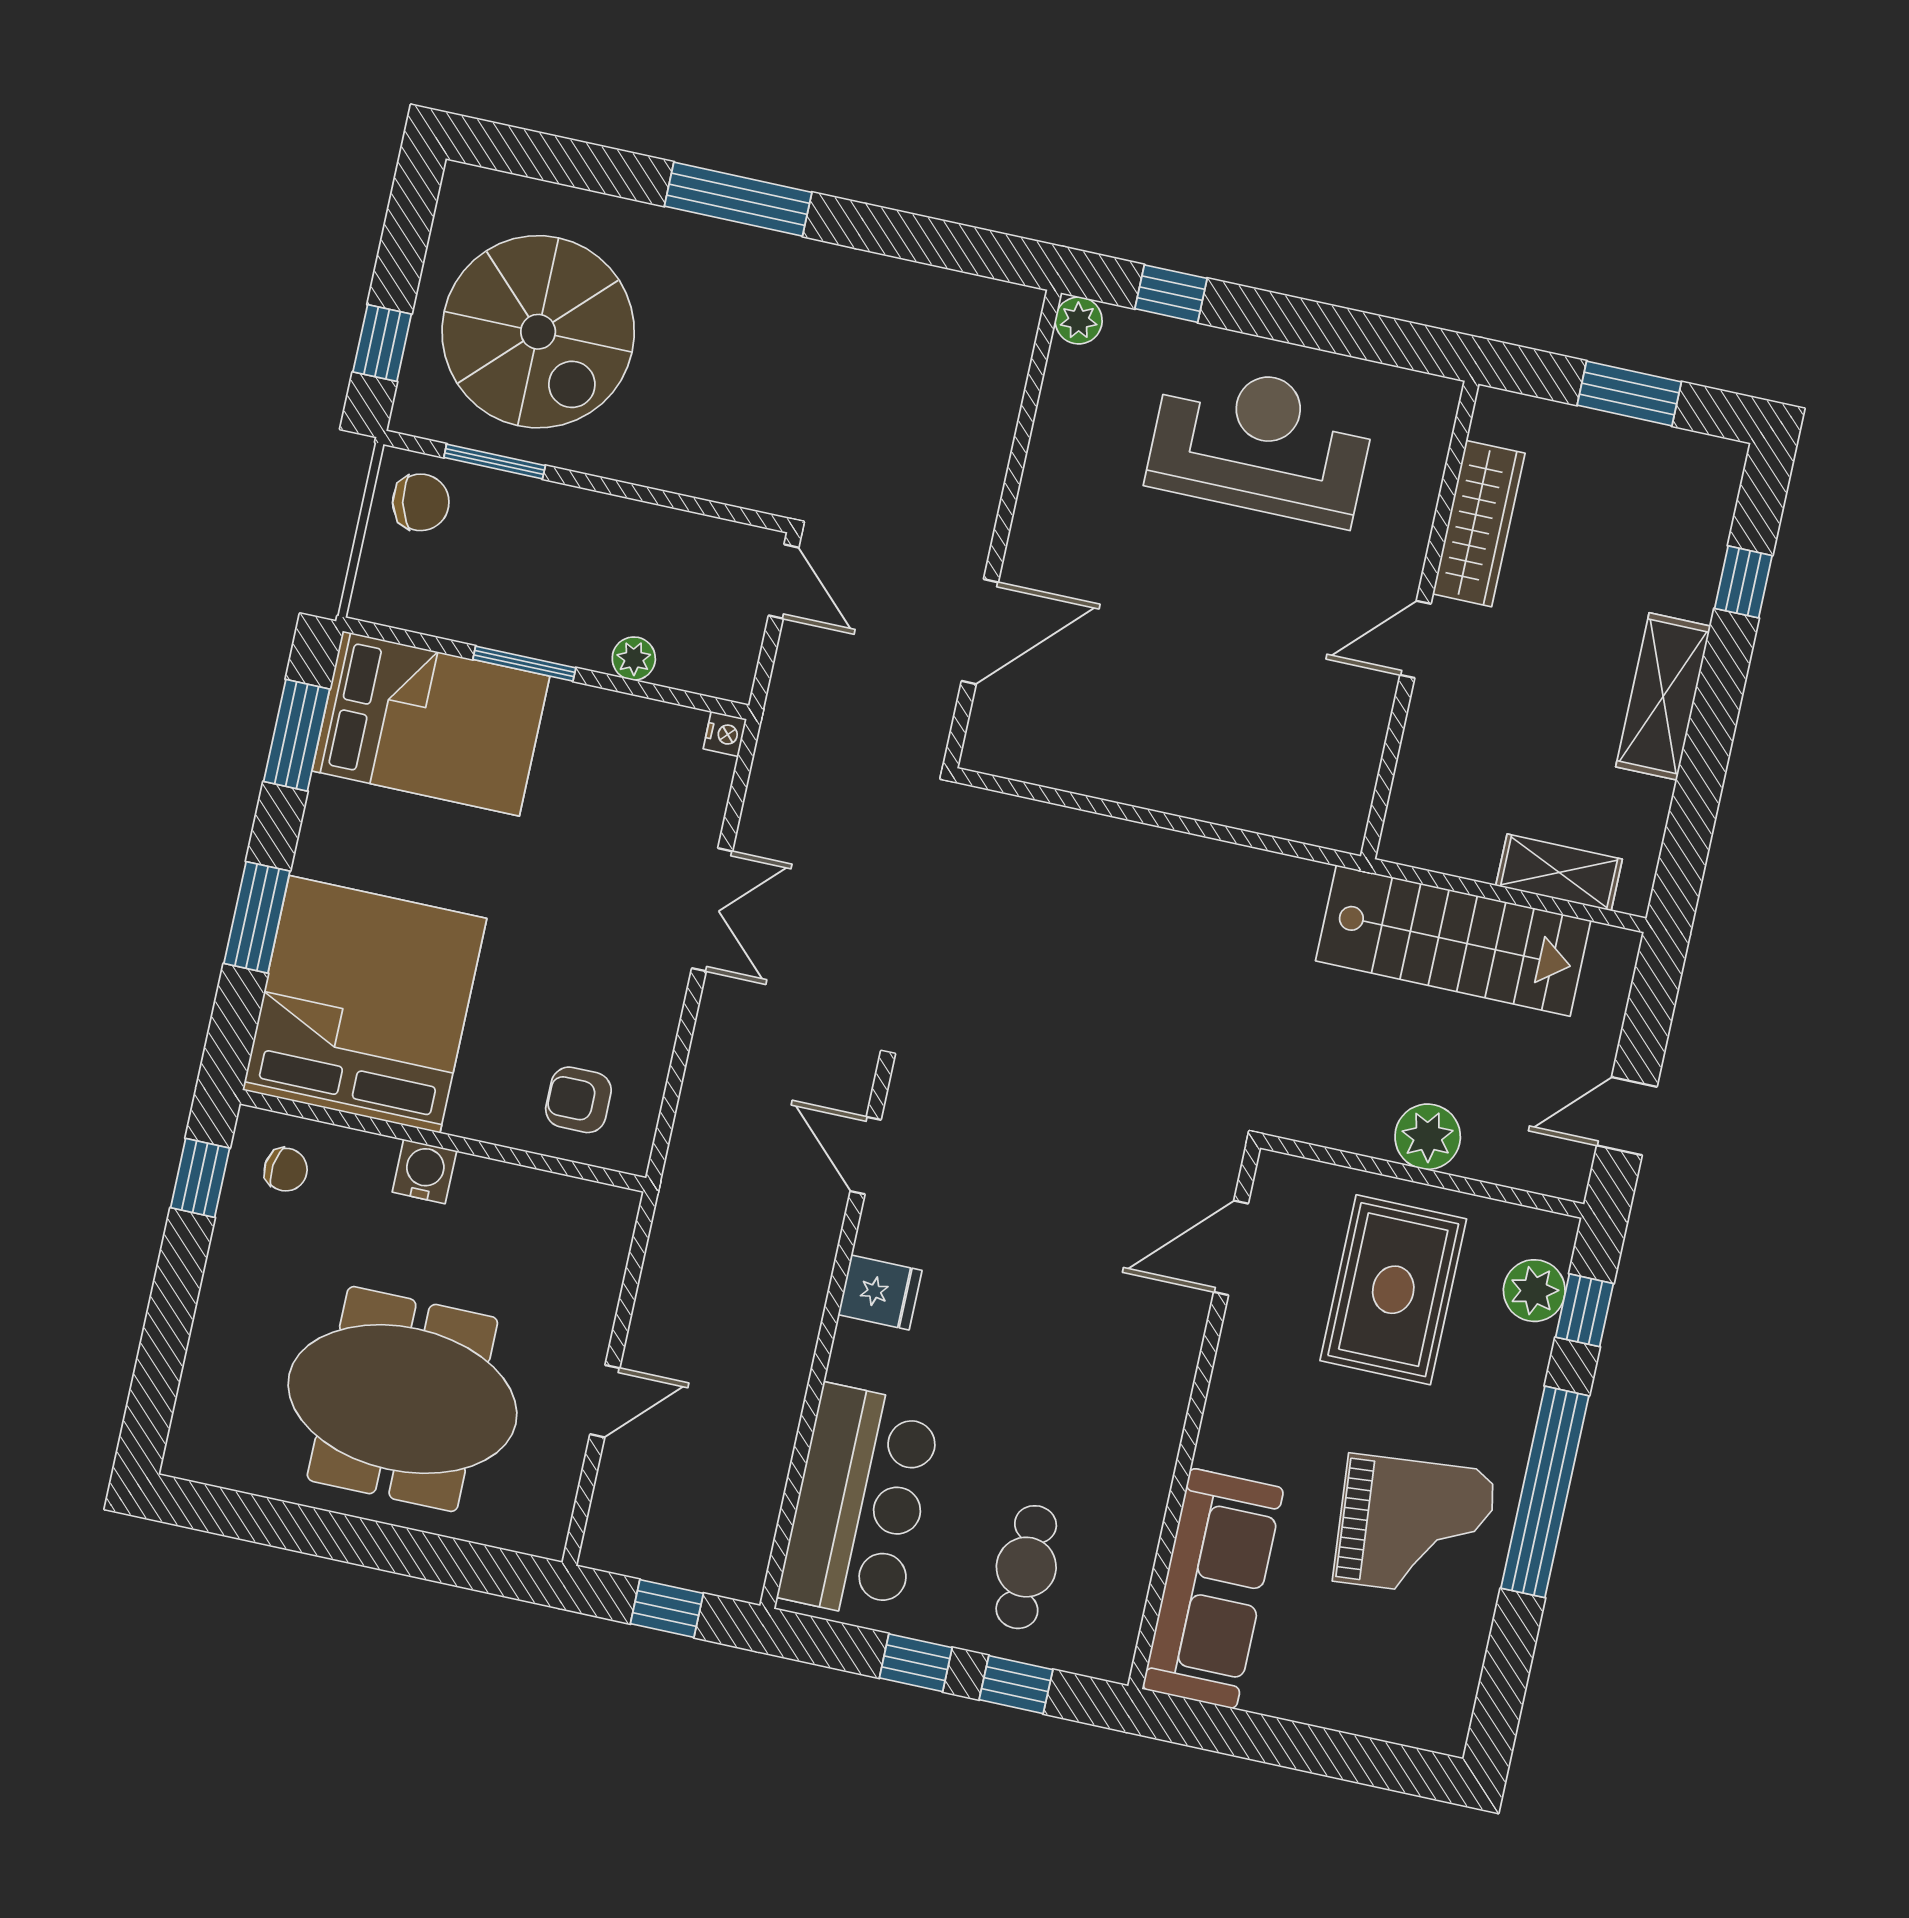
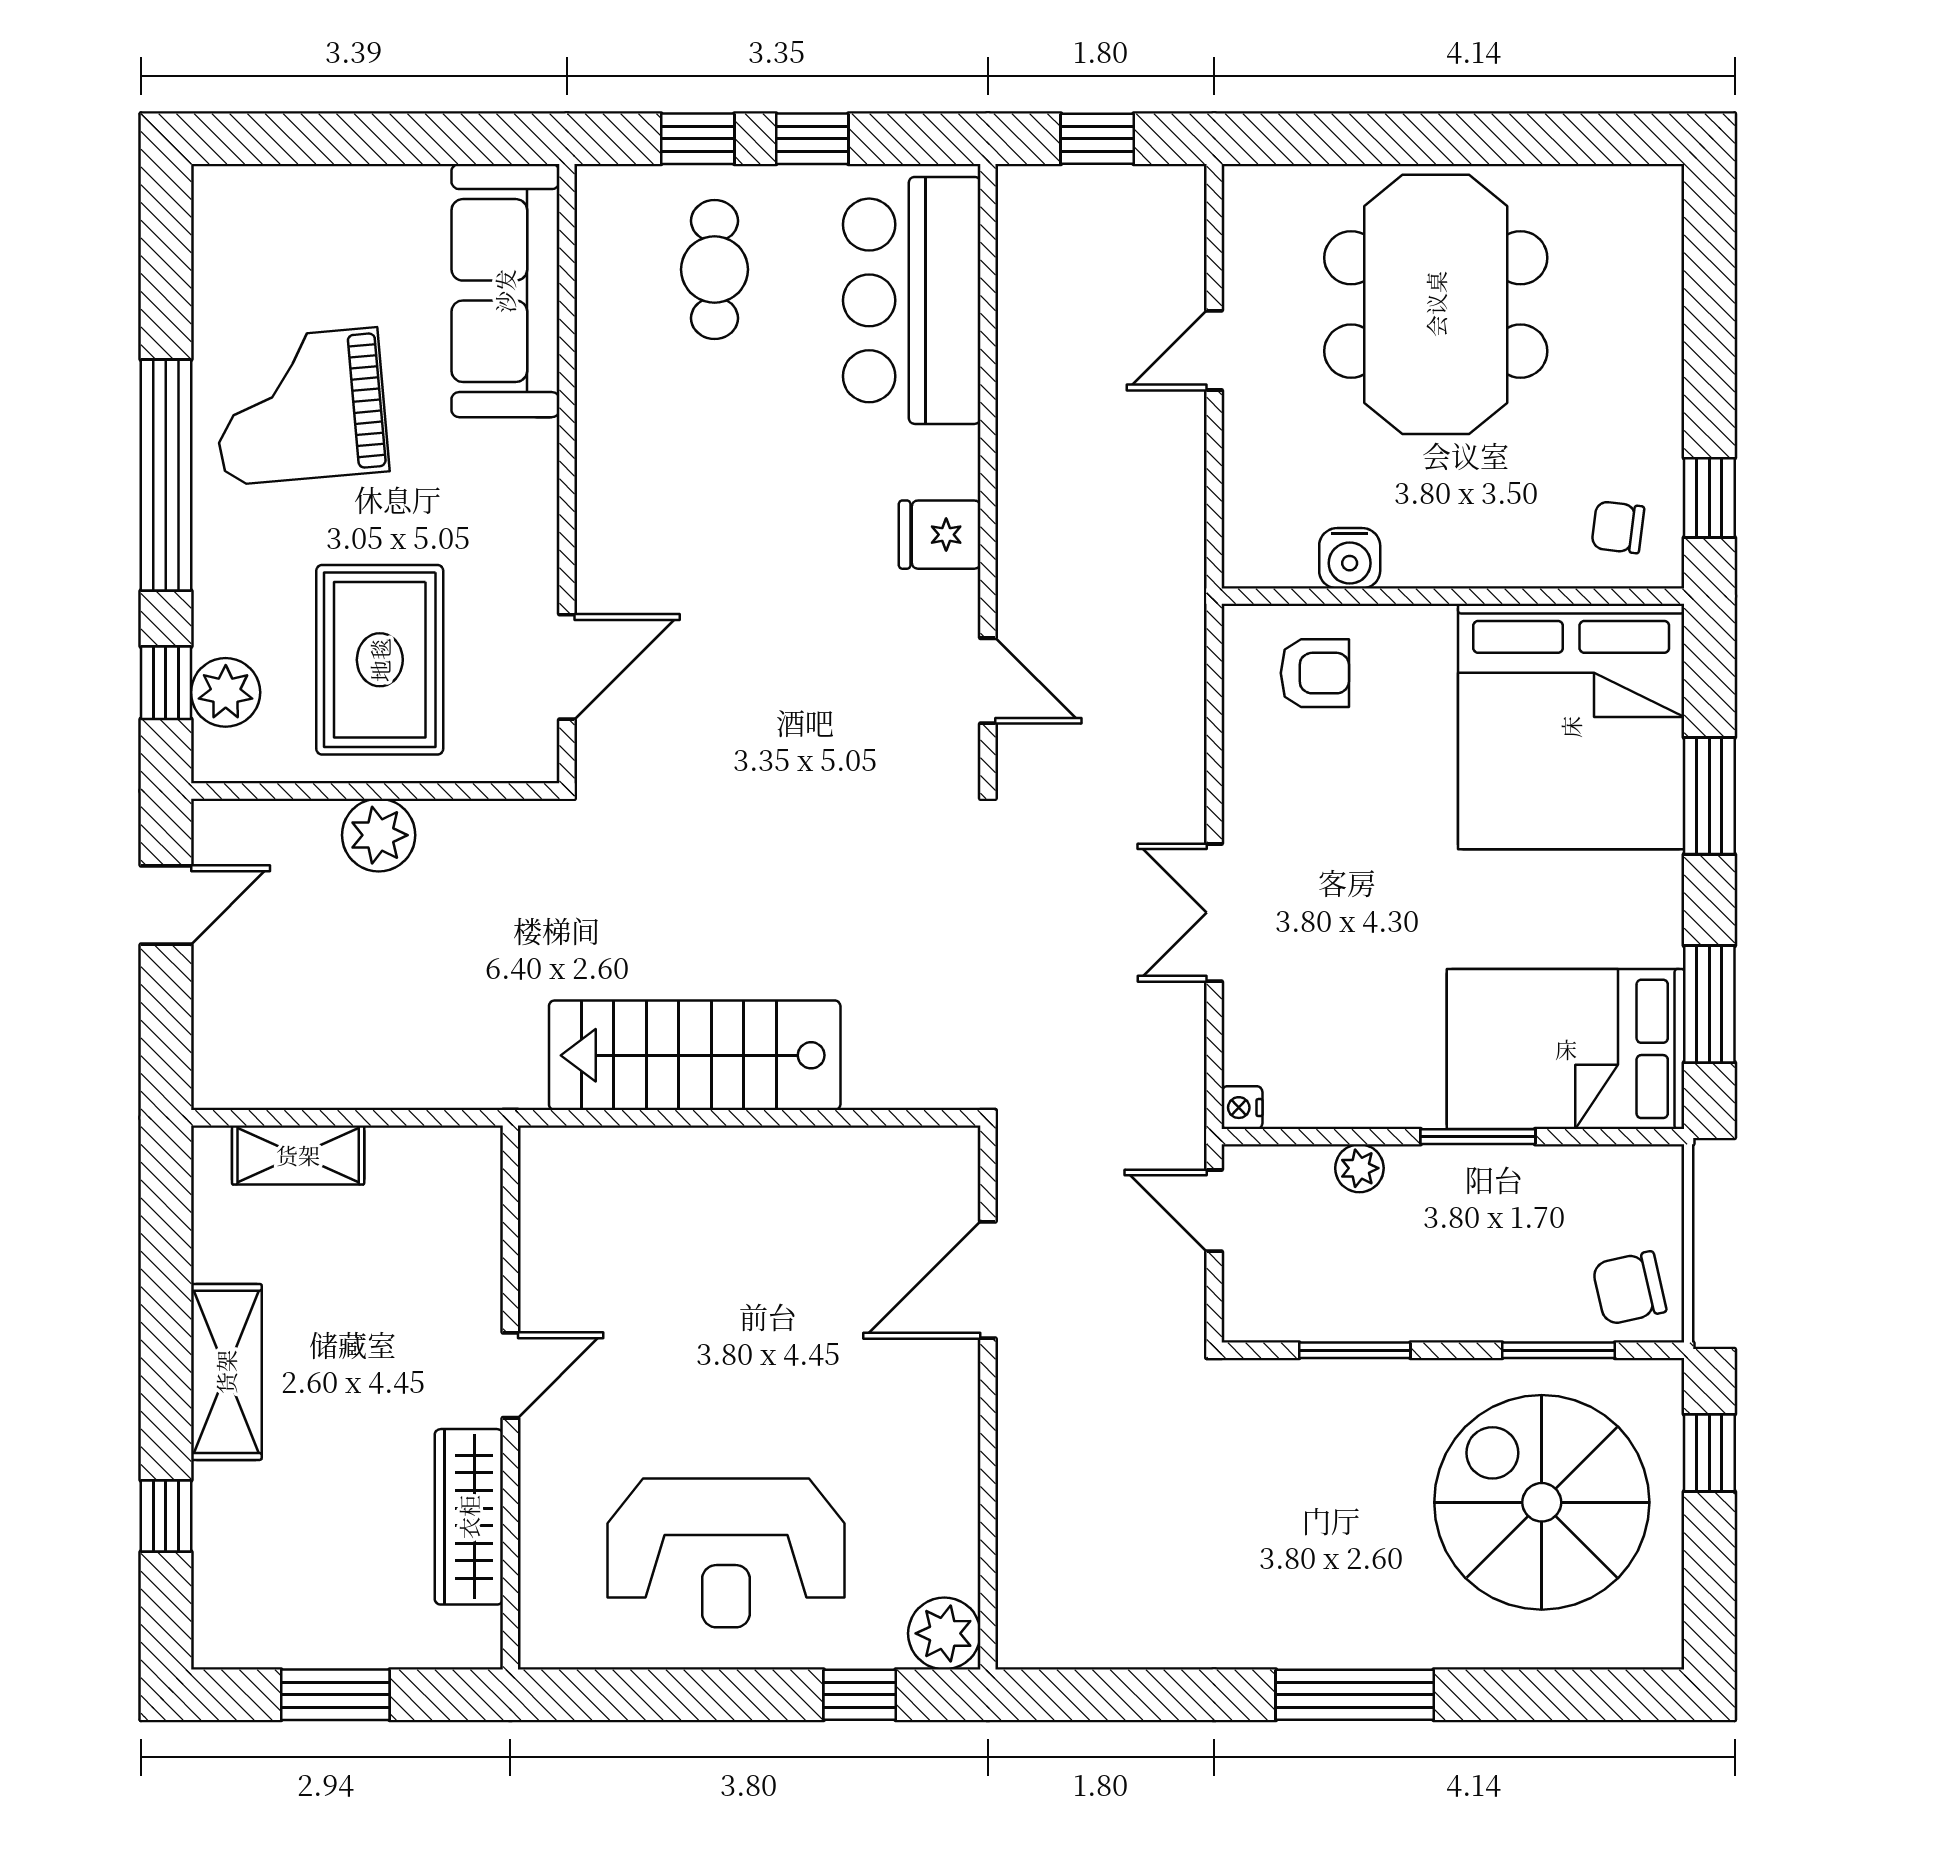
plant: (1079, 321) -> (944, 1633), width x1.38, depth x1.38
window: (673, 500) -> (1355, 1350), added
door: (784, 581) -> (1214, 1211), moved
stairs: (1453, 941) -> (695, 1055), moved
water cooler: (424, 1171) -> (1350, 558), moved
meeting table: (402, 1399) -> (1436, 304), turned 90

